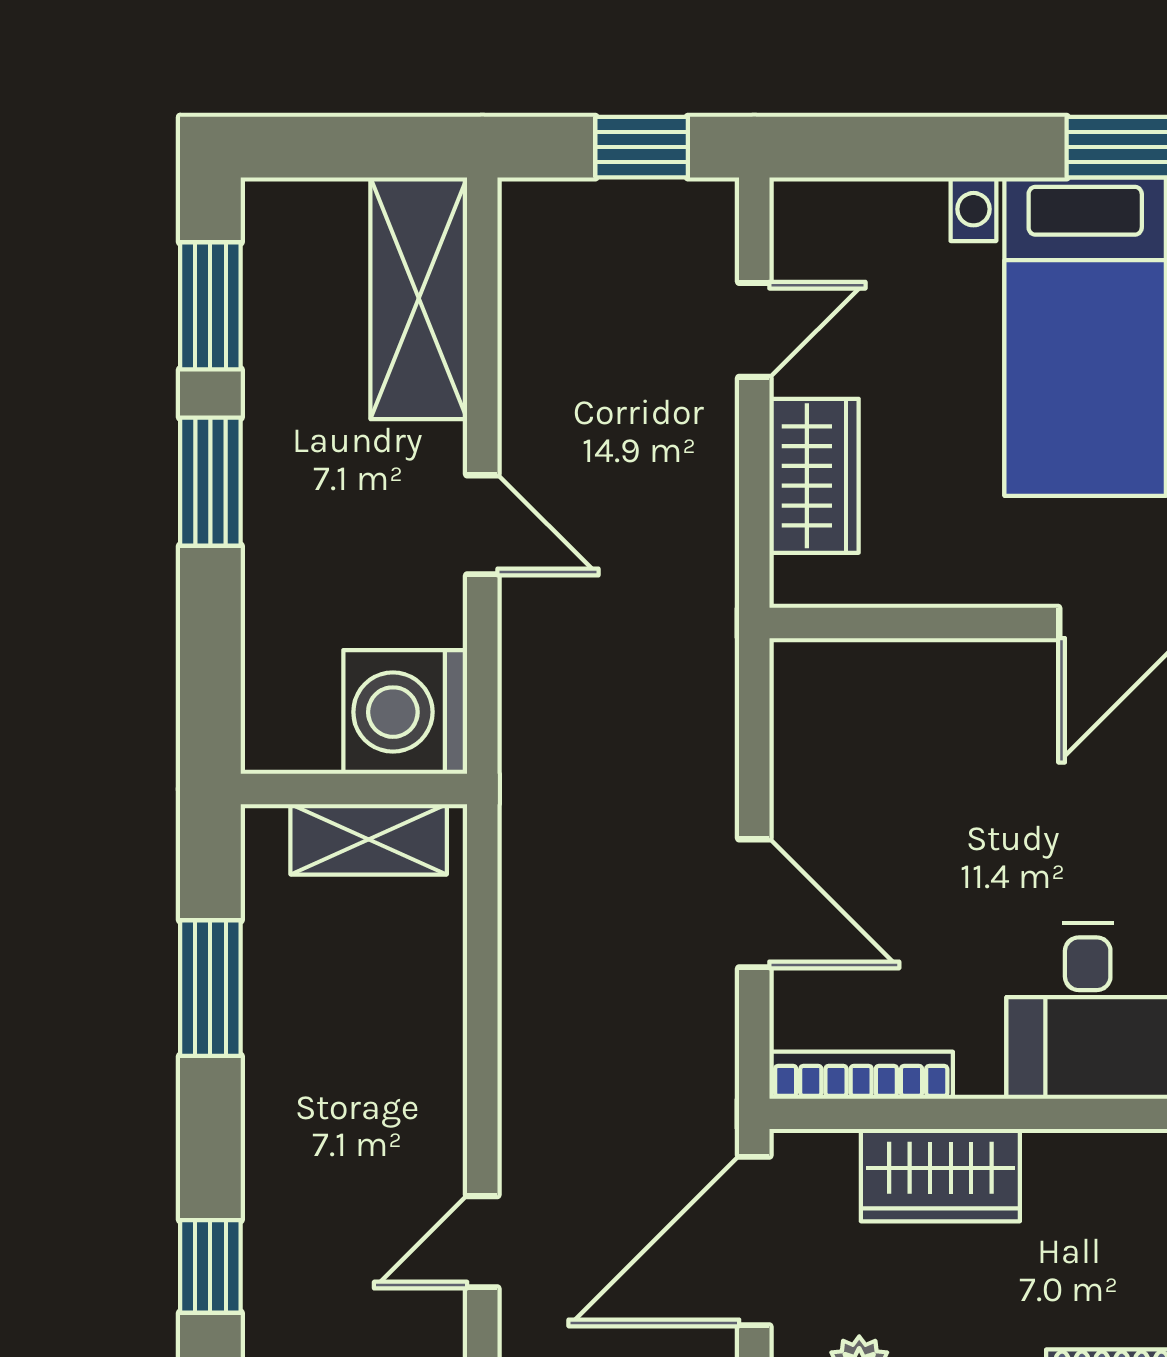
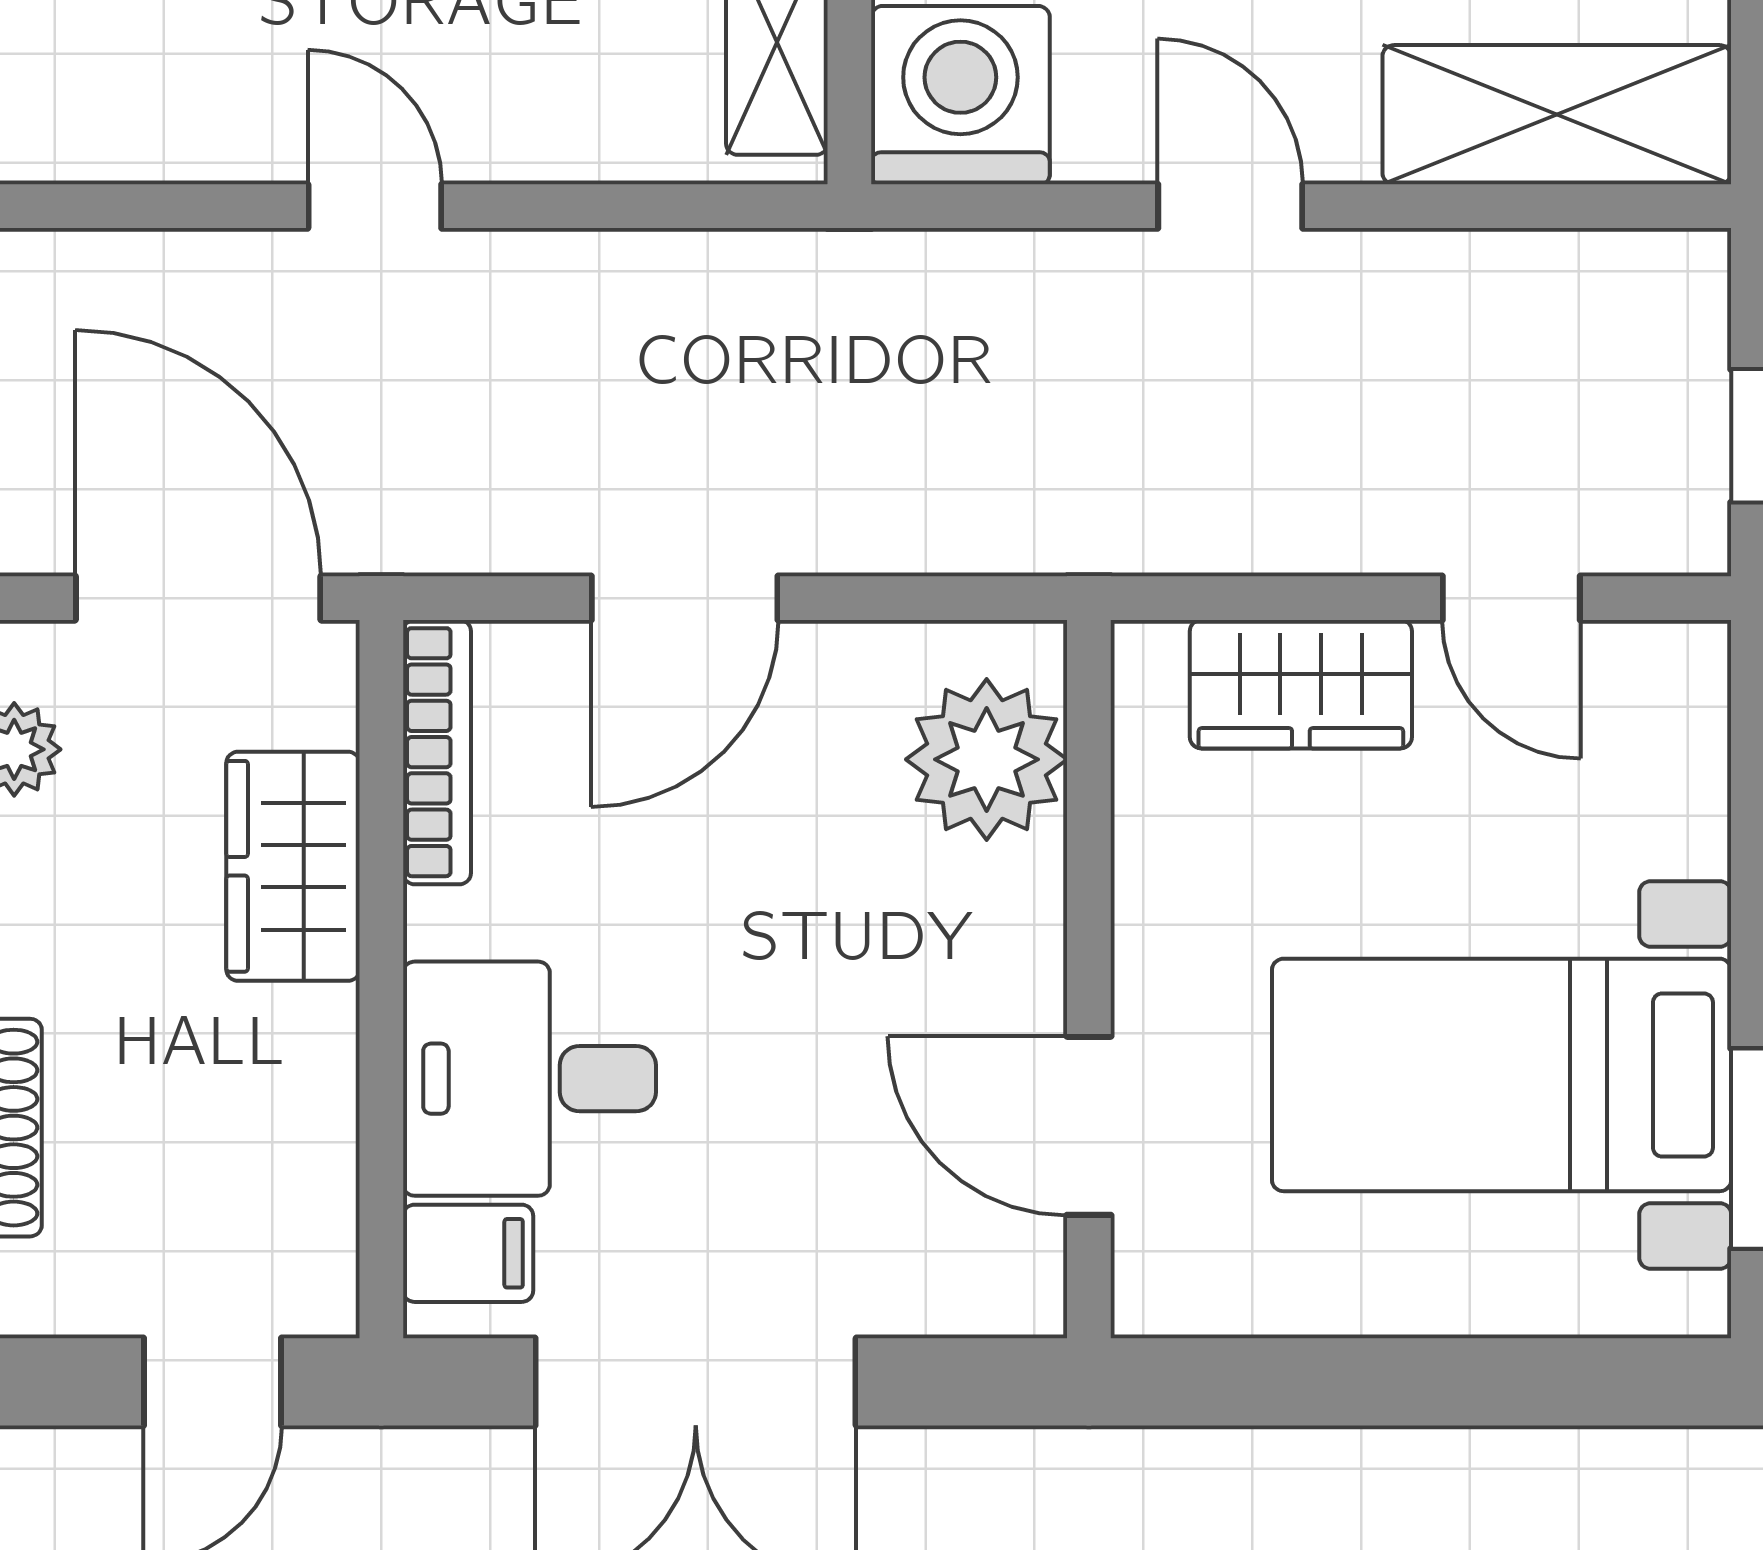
door: (482, 525) -> (1230, 206), swing flipped
plant: (866, 694) -> (987, 759), added
door: (482, 1242) -> (375, 206), moved

